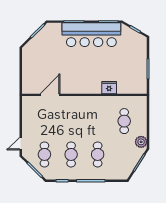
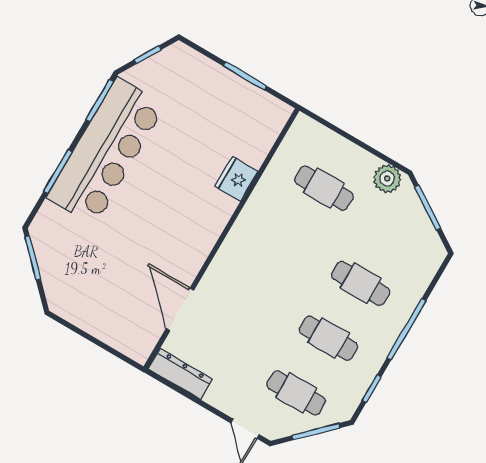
dresser: (27, 109) -> (180, 374), added

